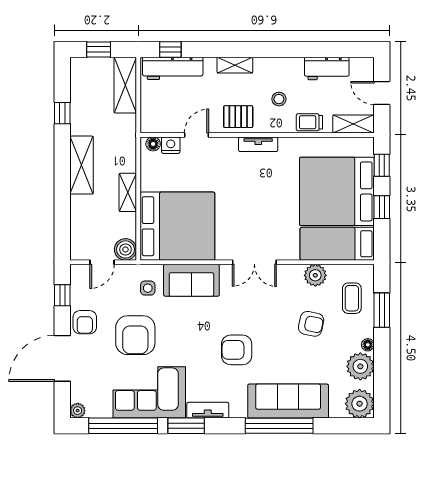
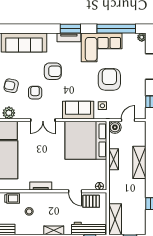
pallet: (238, 117) -> (91, 201), moved
door: (196, 135) -> (75, 191), hinge flipped
nightstand: (171, 145) -> (90, 186), removed
shelving: (82, 165) -> (139, 162), moved
double door: (254, 262) -> (43, 120), swing flipped
armchair: (85, 322) -> (35, 93), moved
window: (186, 426) -> (70, 29), moved
window: (279, 426) -> (29, 29), removed

